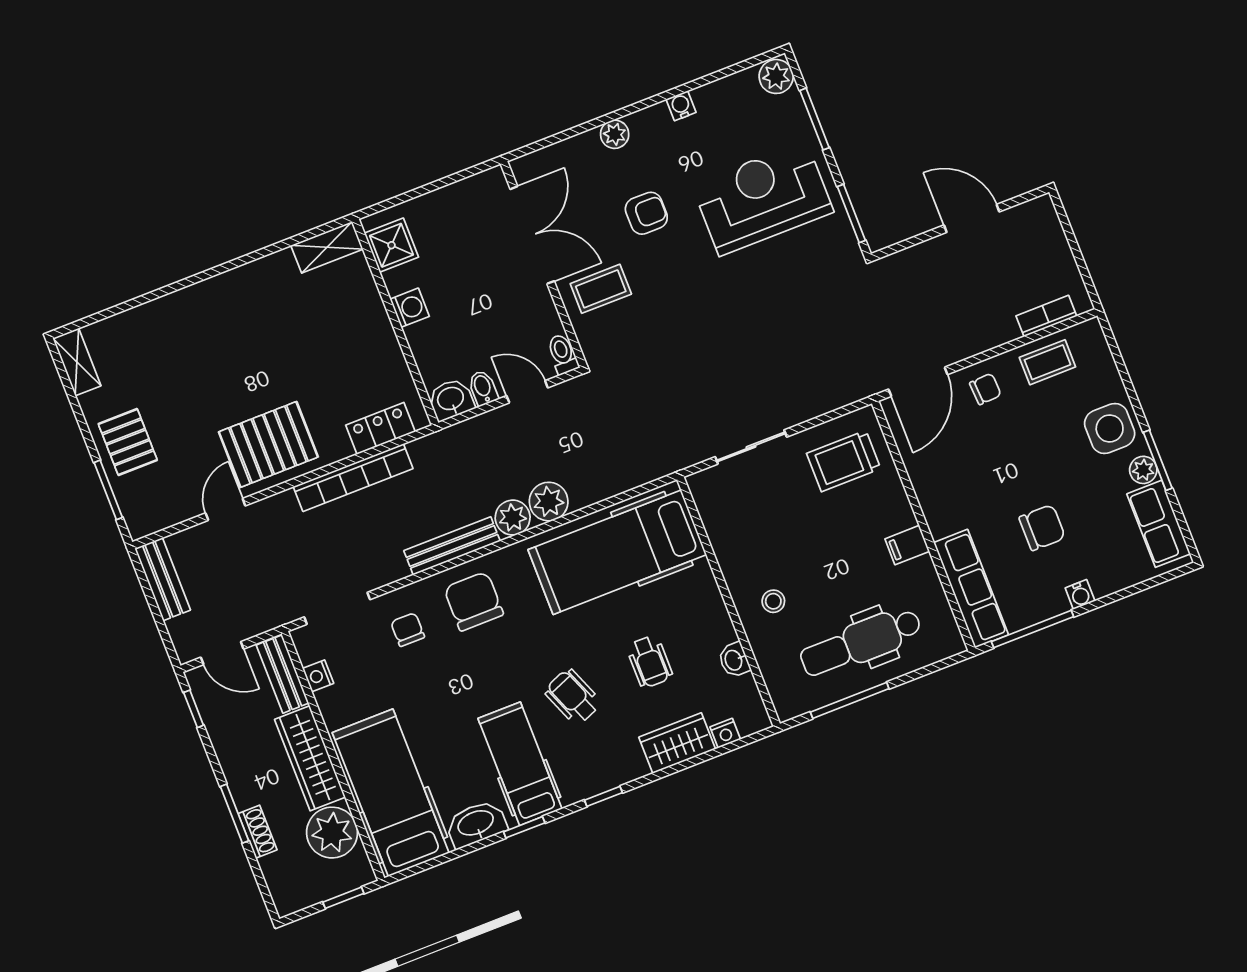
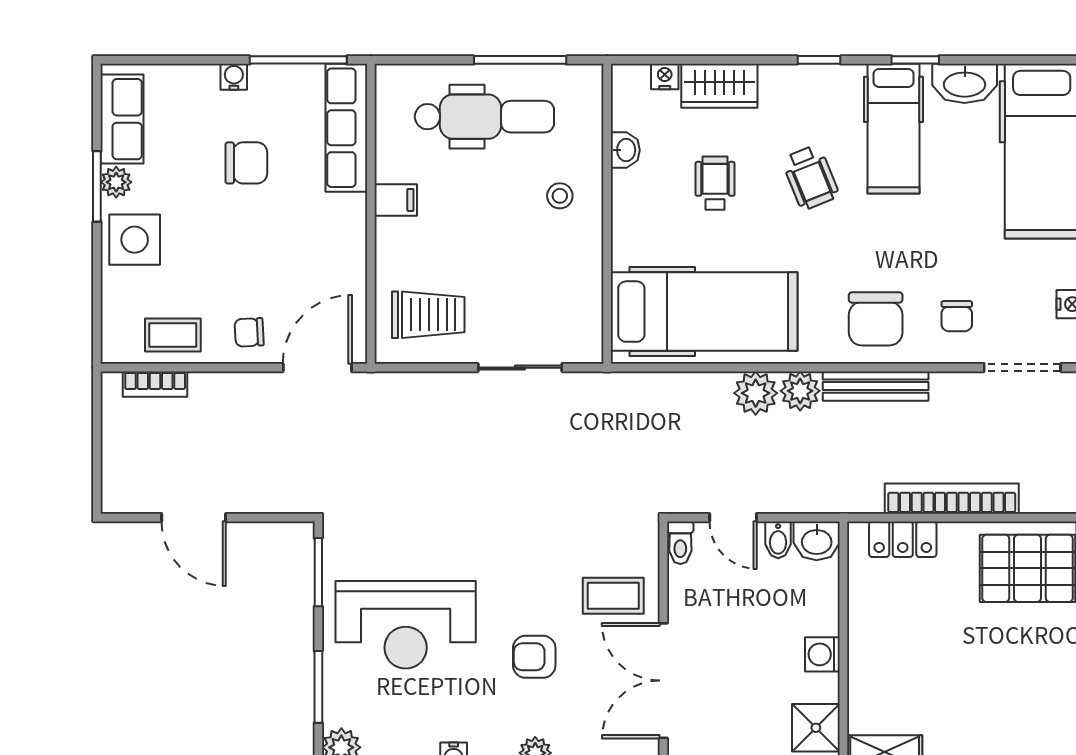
chair: (1042, 528) -> (246, 163), turned 180

